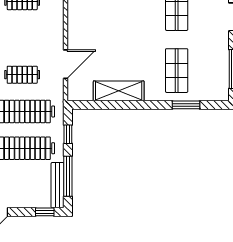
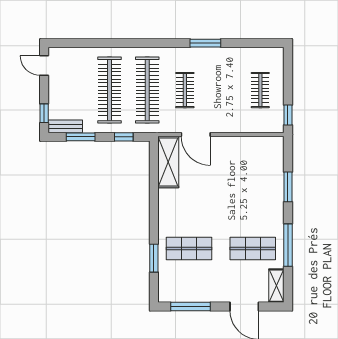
shelving: (119, 91) -> (168, 162), moved
window: (68, 176) -> (81, 137), width x0.69
bench: (58, 185) -> (65, 126), width x0.73

